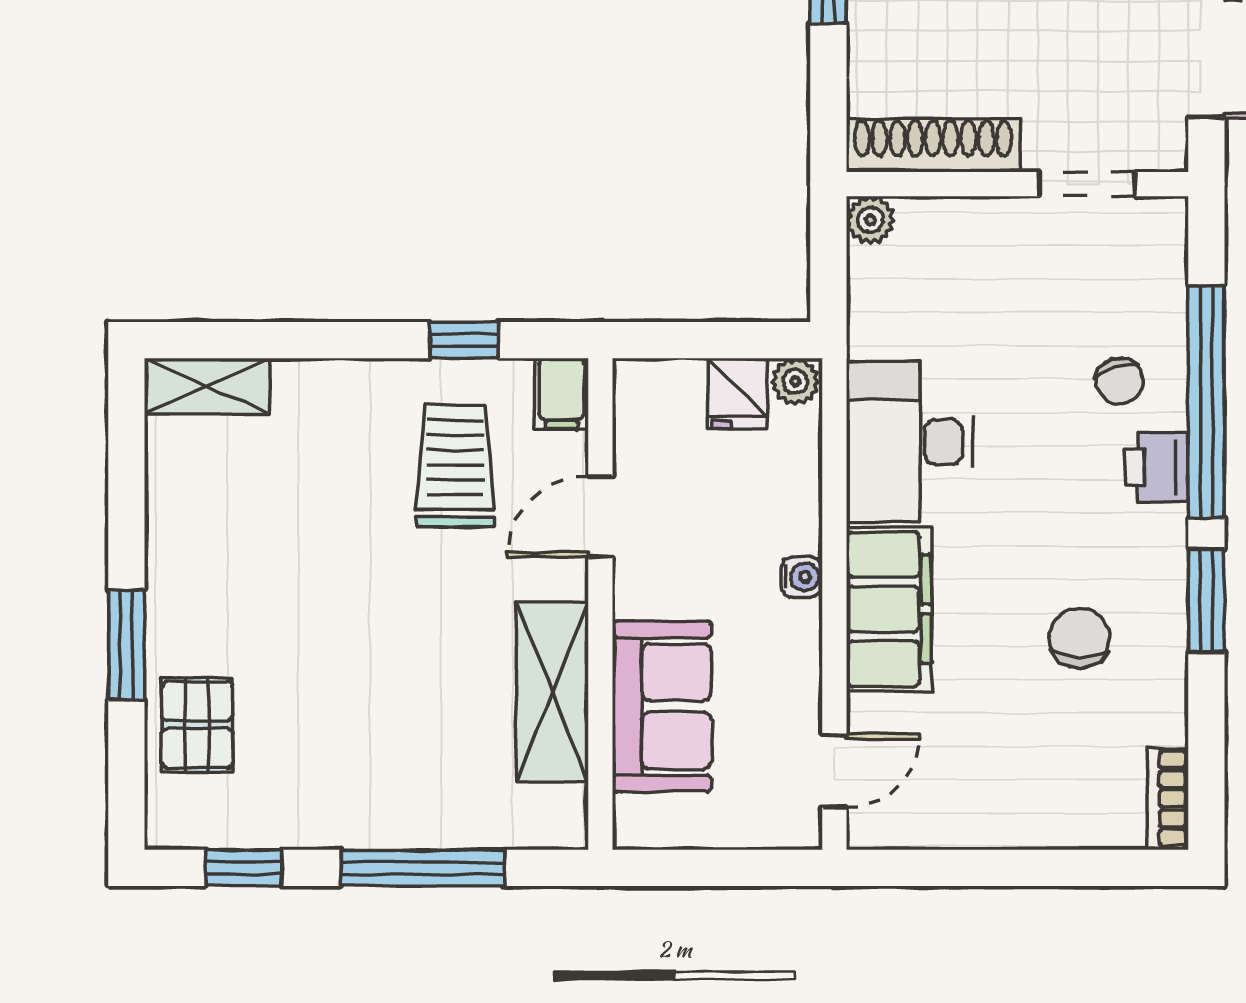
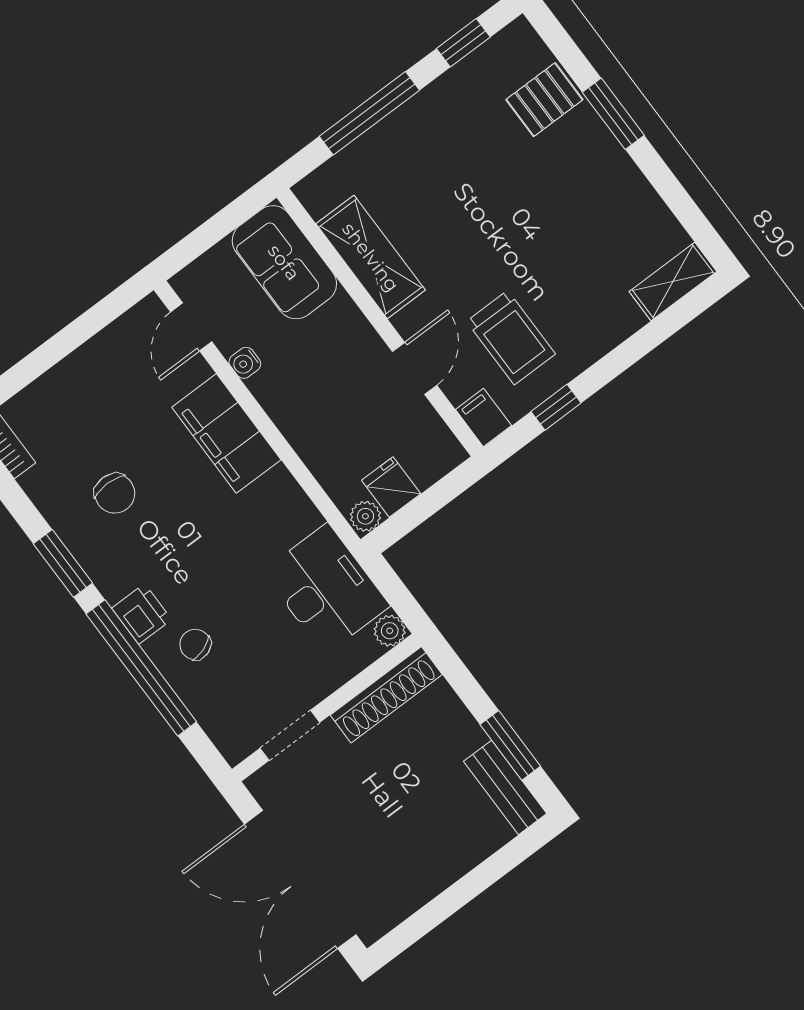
desk: (909, 442) -> (326, 589), moved
water cooler: (802, 577) -> (245, 363), moved
sofa: (662, 706) -> (284, 262), moved
pallet: (197, 725) -> (544, 100), turned 90

